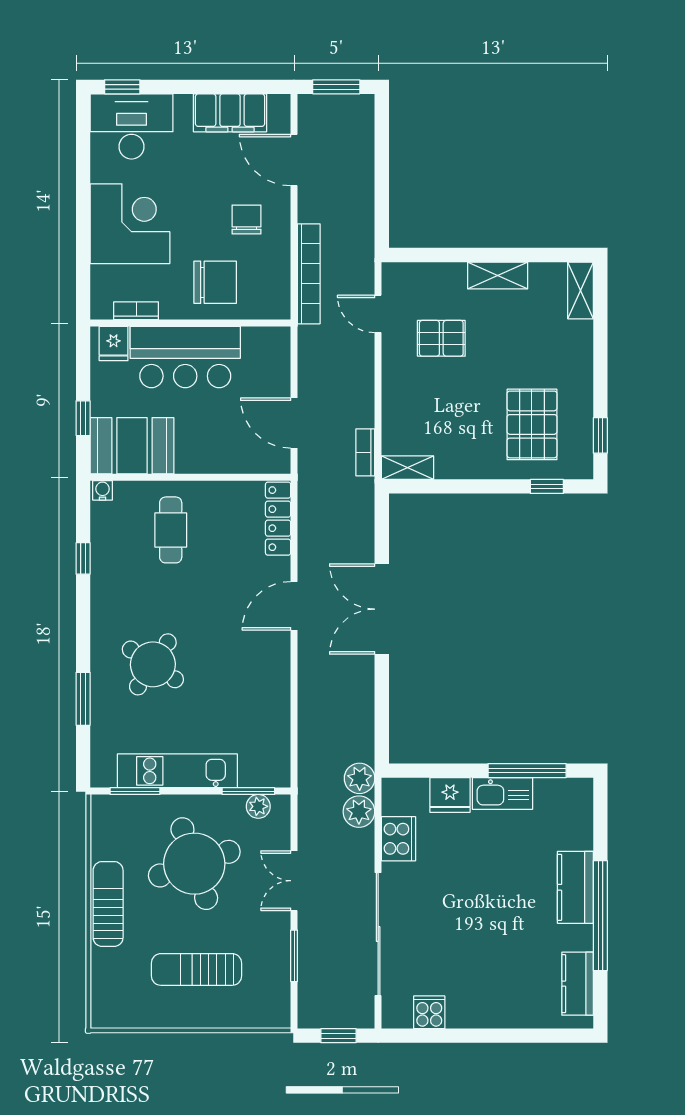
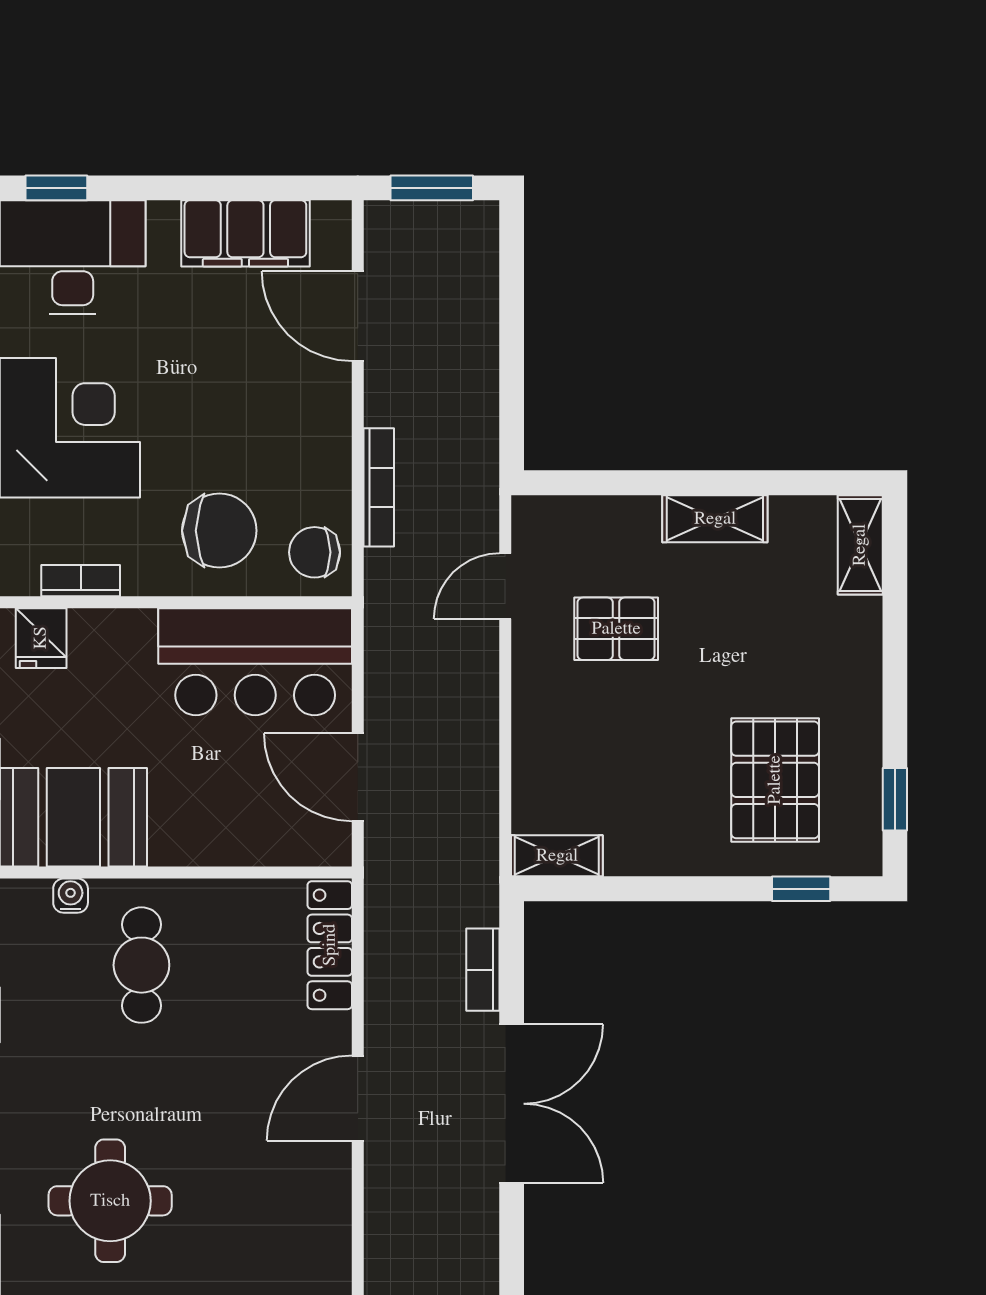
chair: (247, 219) -> (315, 552), moved, turned -90
bookcase: (309, 274) -> (379, 487), width x0.68, depth x0.76
door: (378, 314) -> (505, 586), hinge flipped
bar counter: (185, 357) -> (255, 662), moved
bookcase: (365, 452) -> (483, 970), moved
water cooler: (102, 490) -> (71, 896), moved
double door: (382, 609) -> (512, 1104), swing flipped
round table: (153, 664) -> (110, 1201), turned -34

